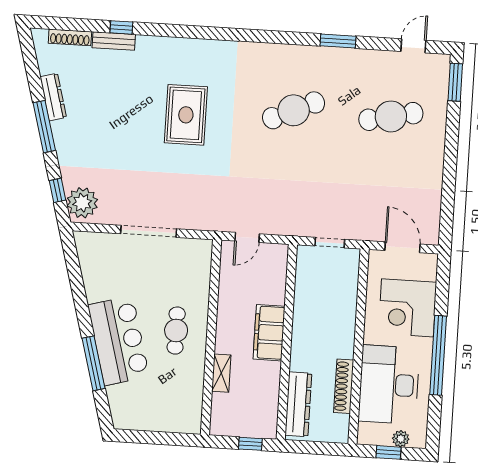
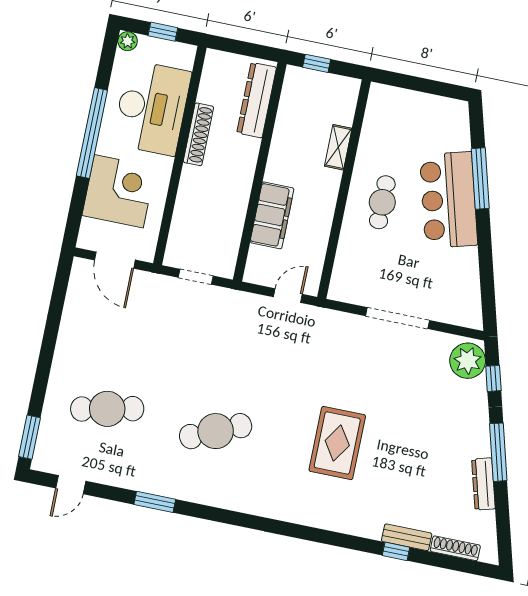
filing cabinet: (269, 333) -> (272, 215), moved
shoe rack: (344, 386) -> (198, 134), moved
plant: (401, 439) -> (128, 41), moved

